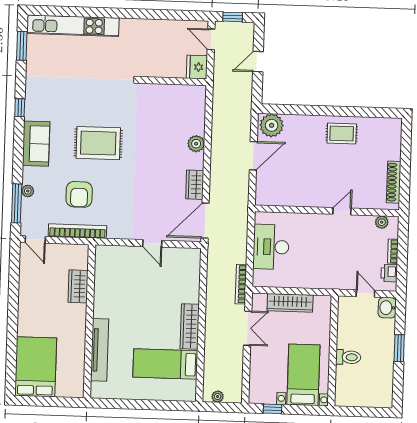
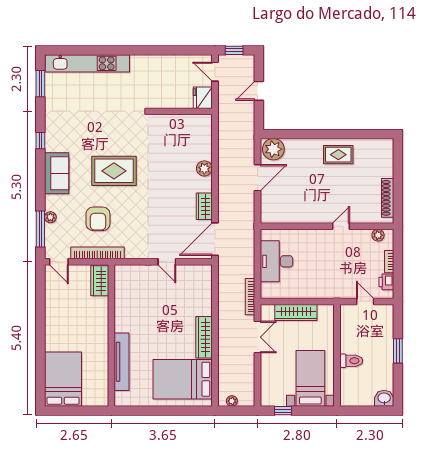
wardrobe: (78, 286) -> (100, 281), moved
washbasin: (387, 308) -> (384, 398), moved, turned 90
bed: (165, 364) -> (183, 379), width x1.50

